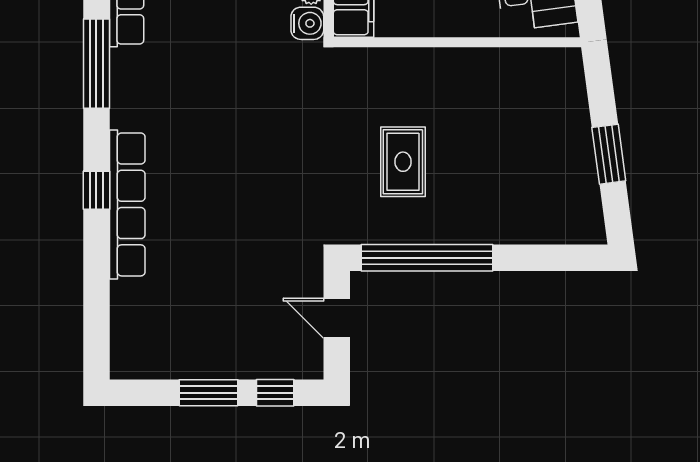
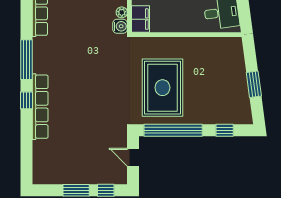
window: (96, 64) -> (26, 60), moved
rug: (403, 162) -> (162, 88), width x1.86, depth x2.06
window: (543, 258) -> (225, 130), added

